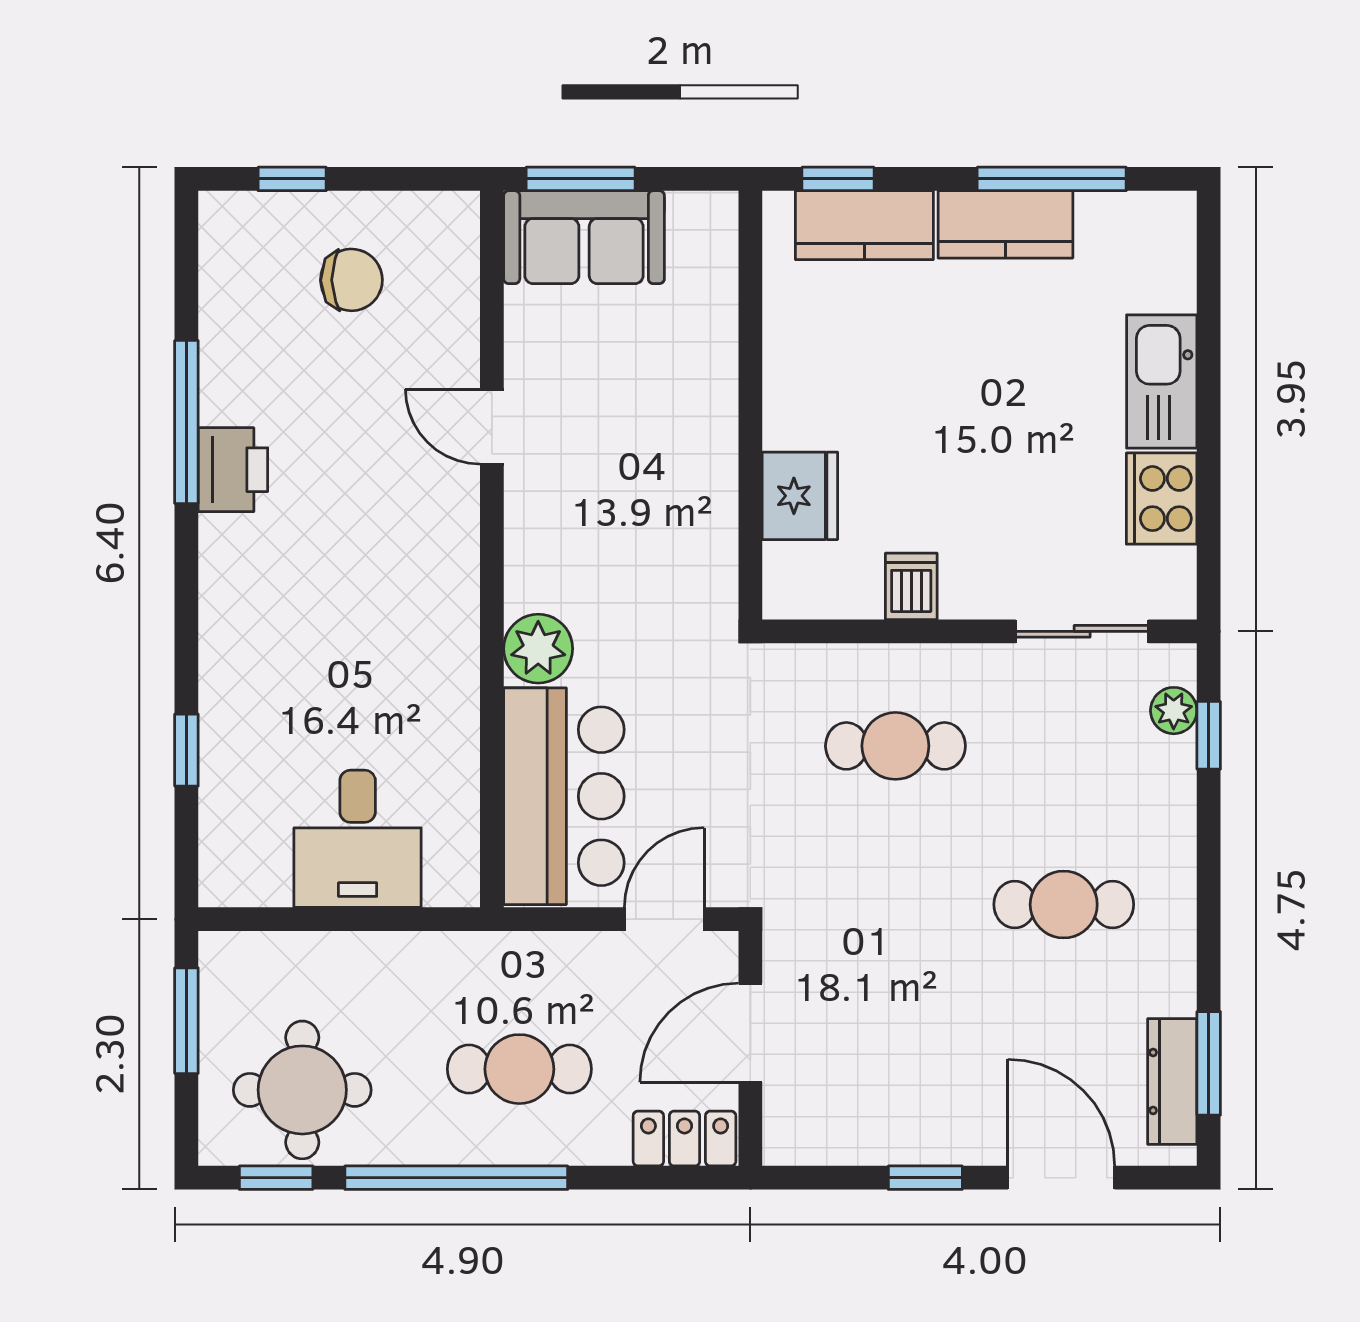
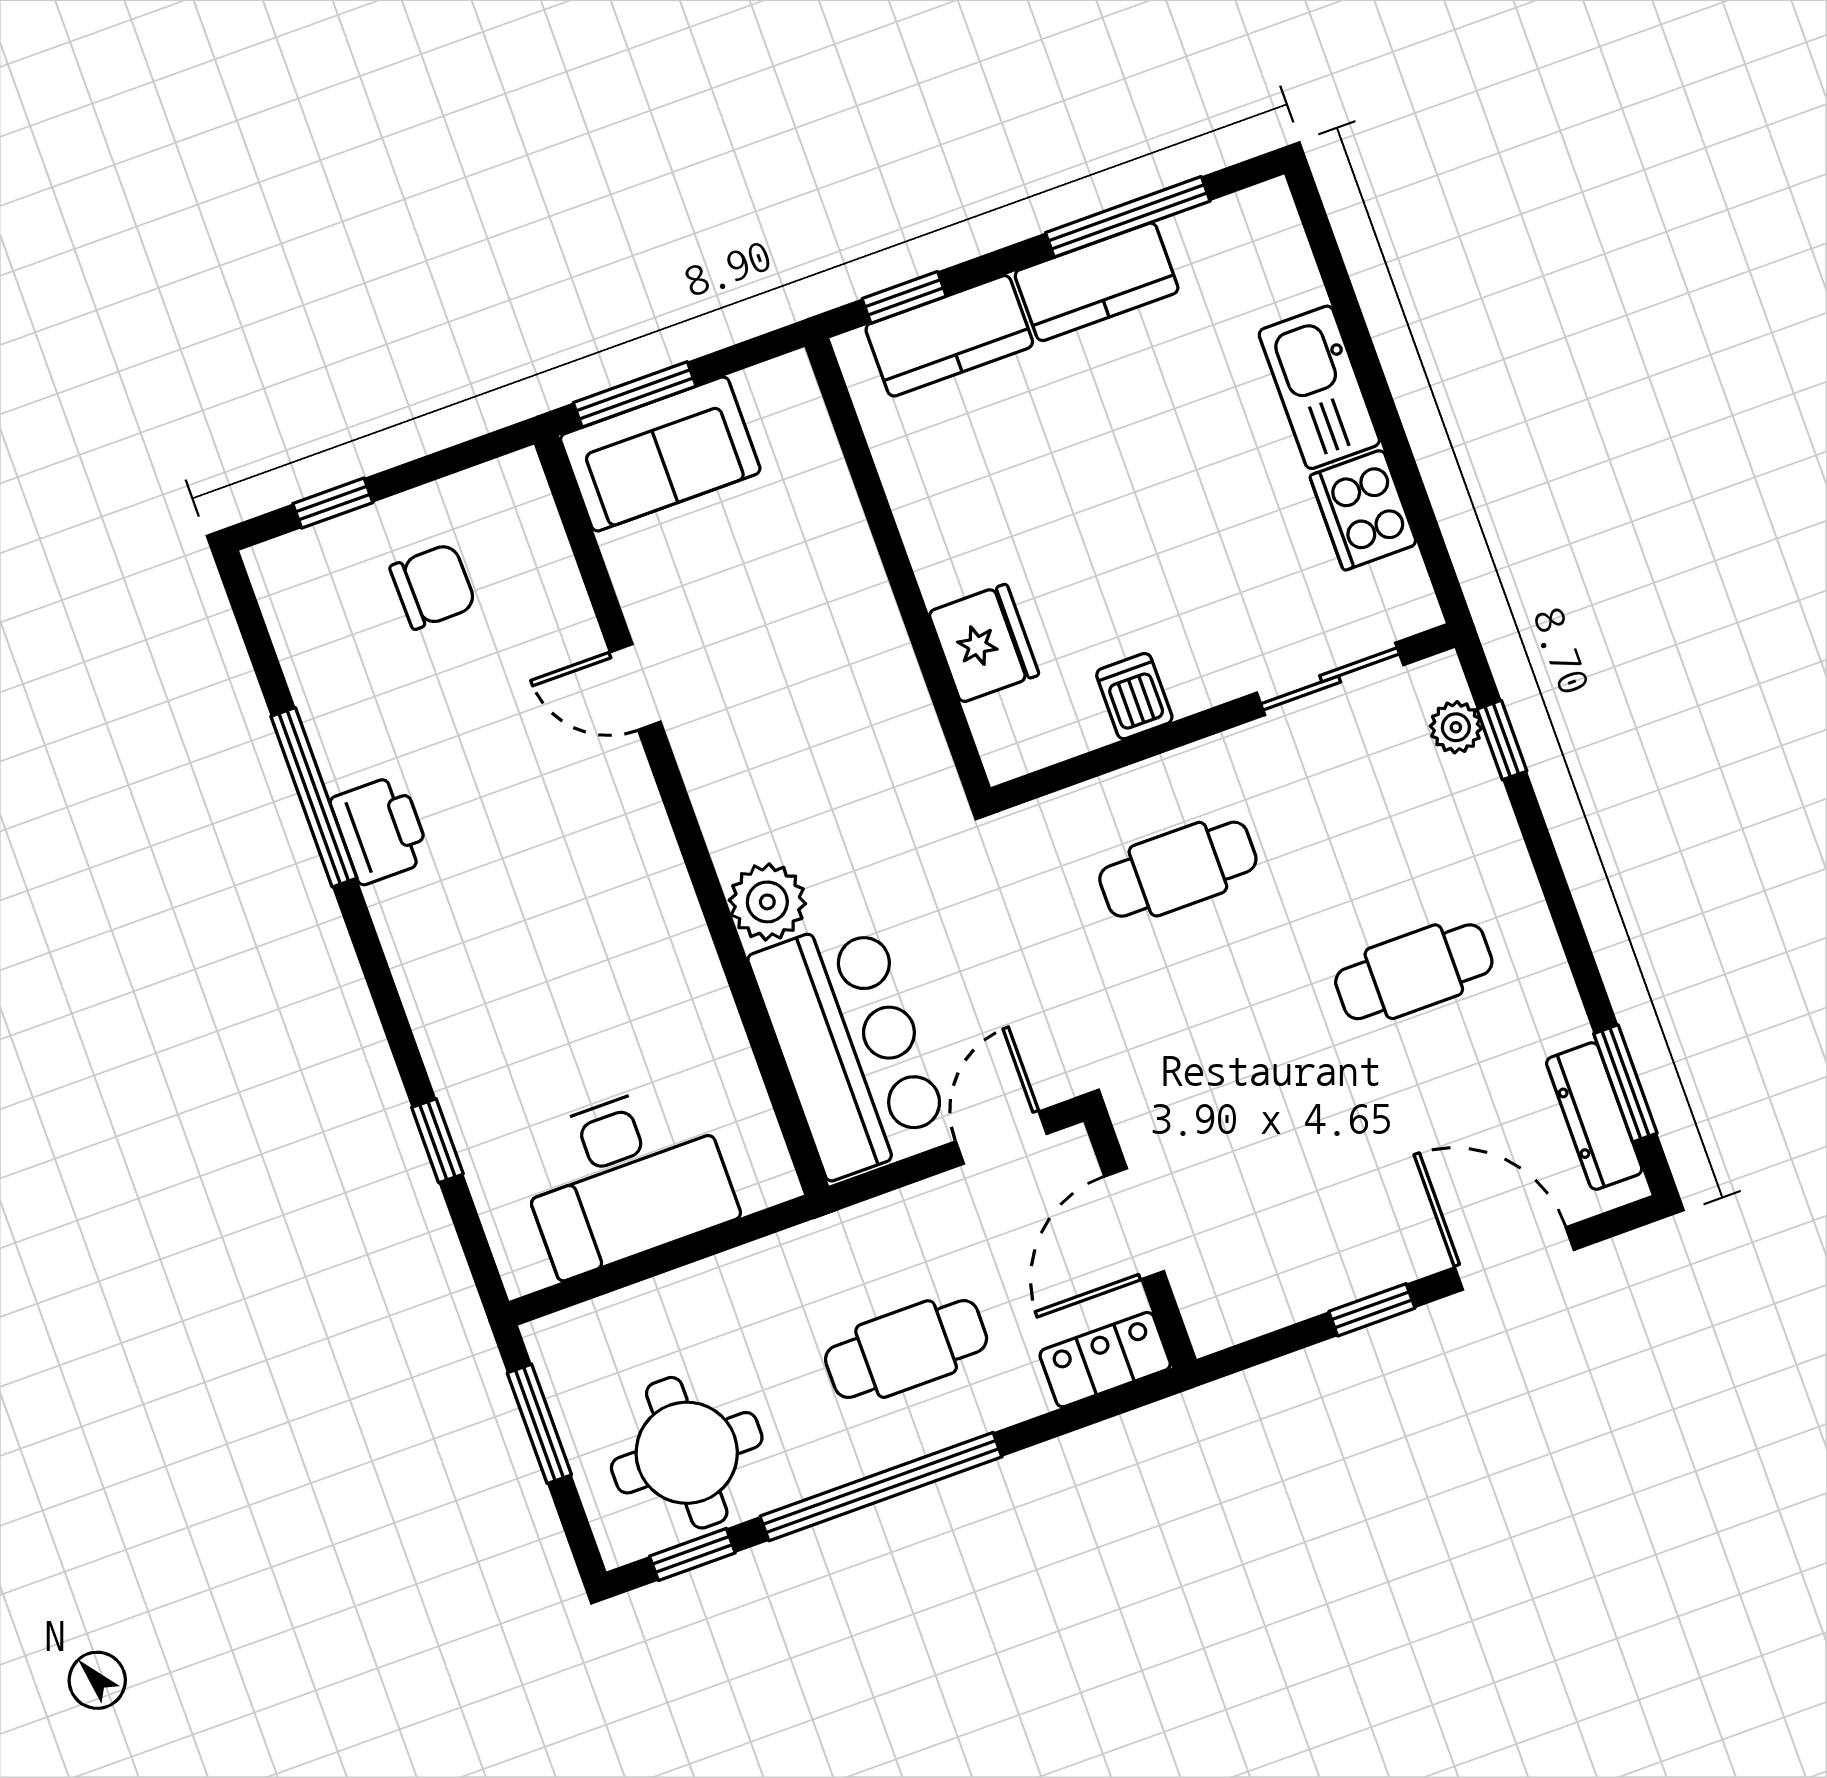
desk: (358, 839) -> (625, 1178), width x1.37

